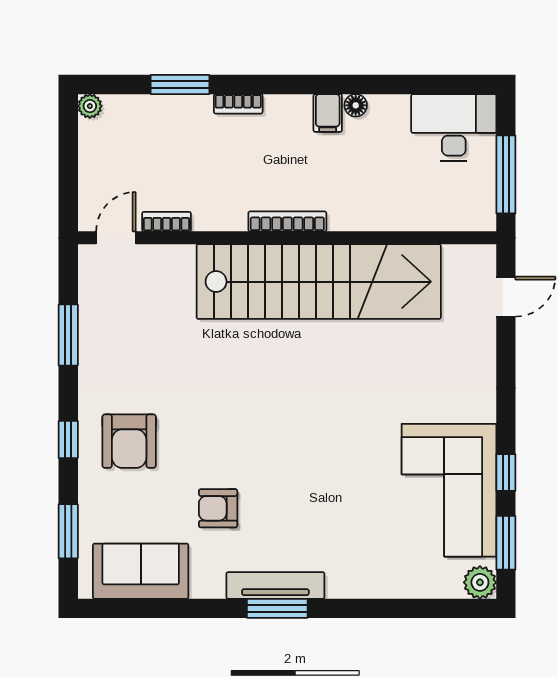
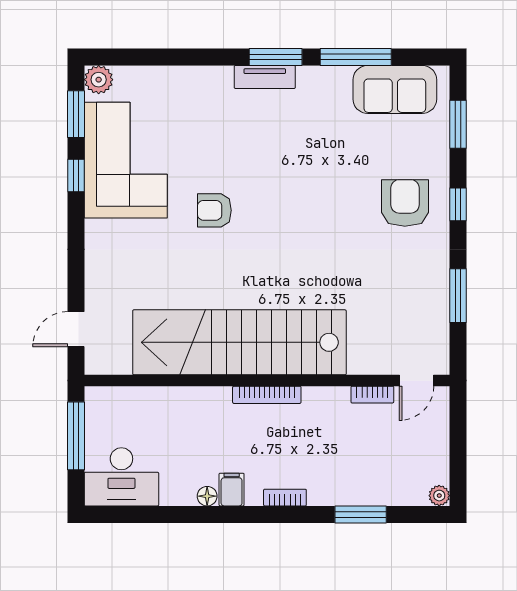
bookcase: (238, 104) -> (285, 498), moved
armchair: (218, 508) -> (214, 210), moved, turned 180
tv unit: (275, 585) -> (265, 77), width x0.71
window: (185, 608) -> (356, 57), added

